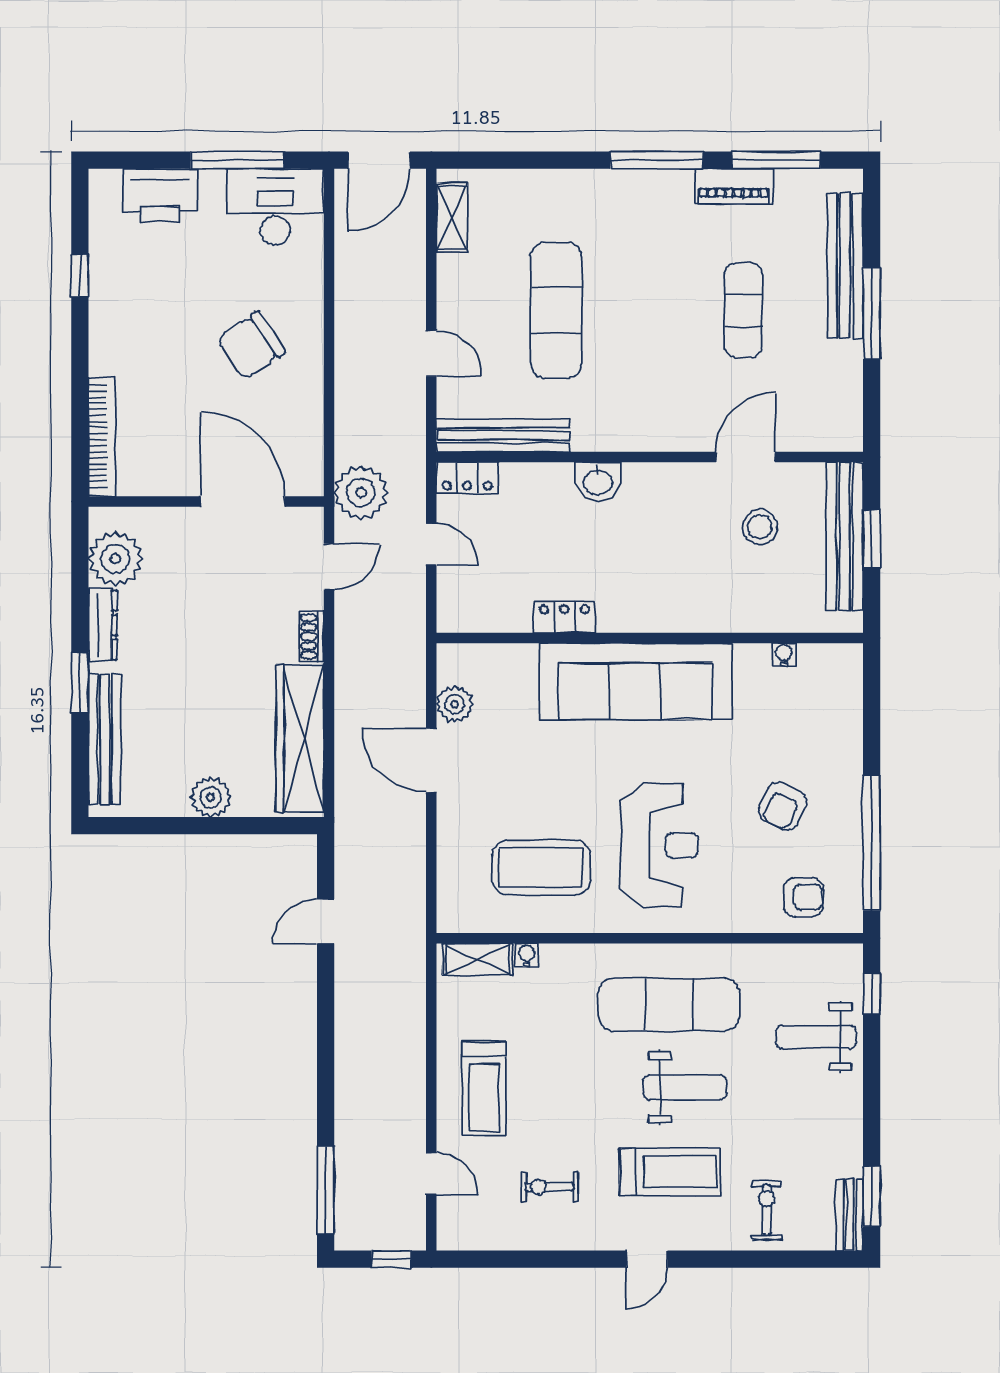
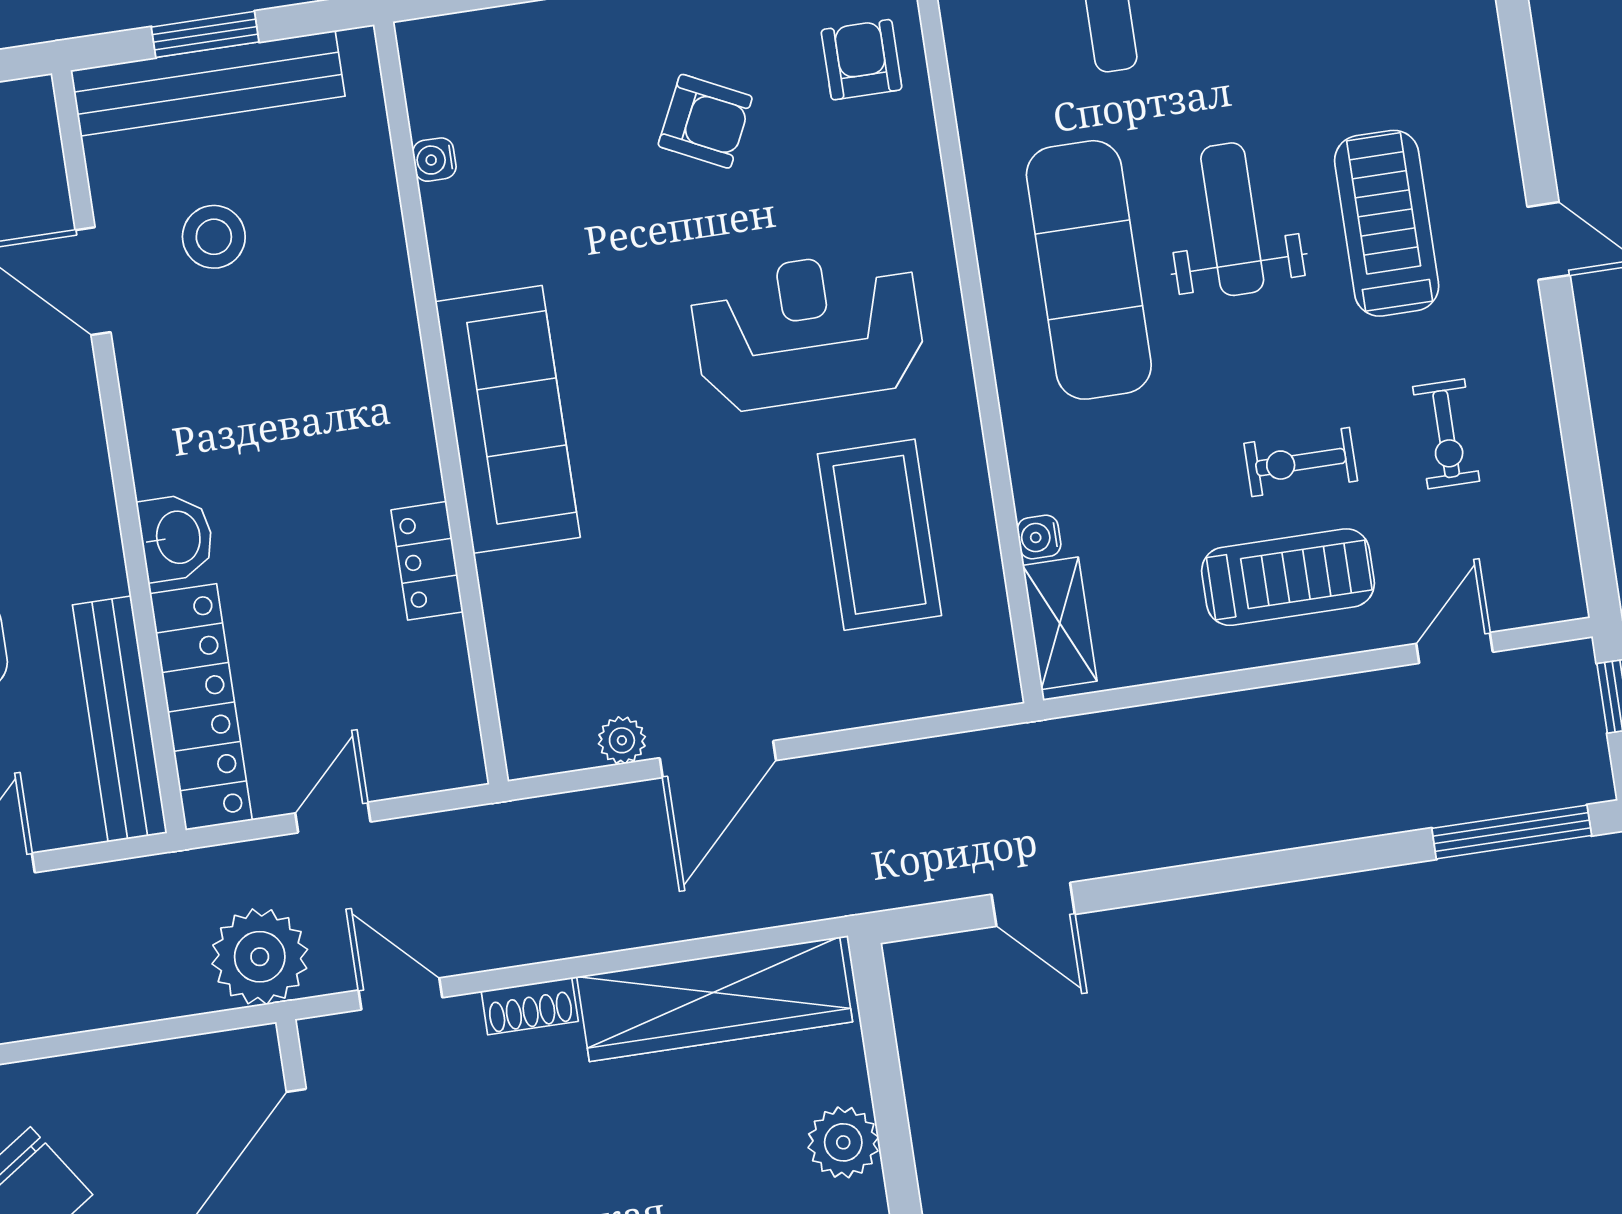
locker: (467, 478) -> (201, 707), width x2.16, depth x1.21
sofa: (635, 681) -> (508, 419), width x0.74, depth x0.79
plant: (455, 704) -> (622, 740), width x0.73, depth x0.73
exercise bike: (767, 1210) -> (1301, 462), moved

